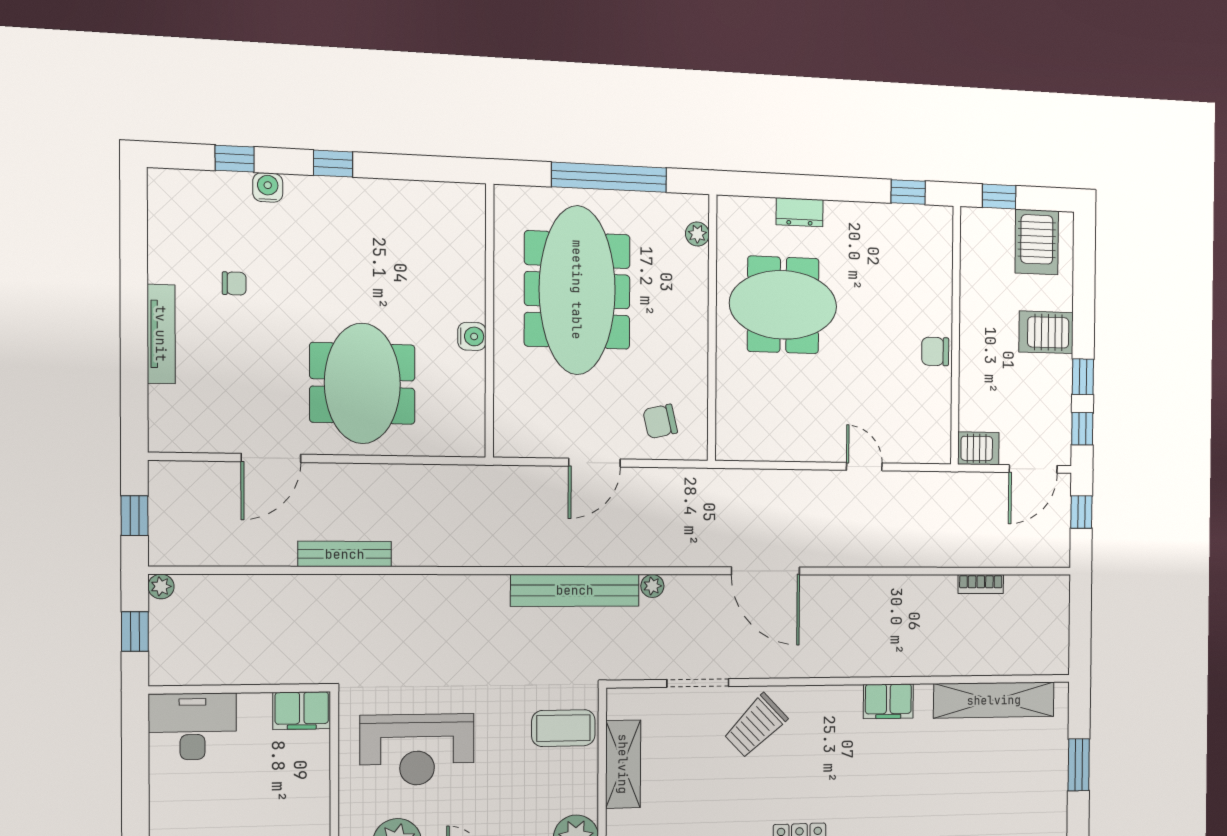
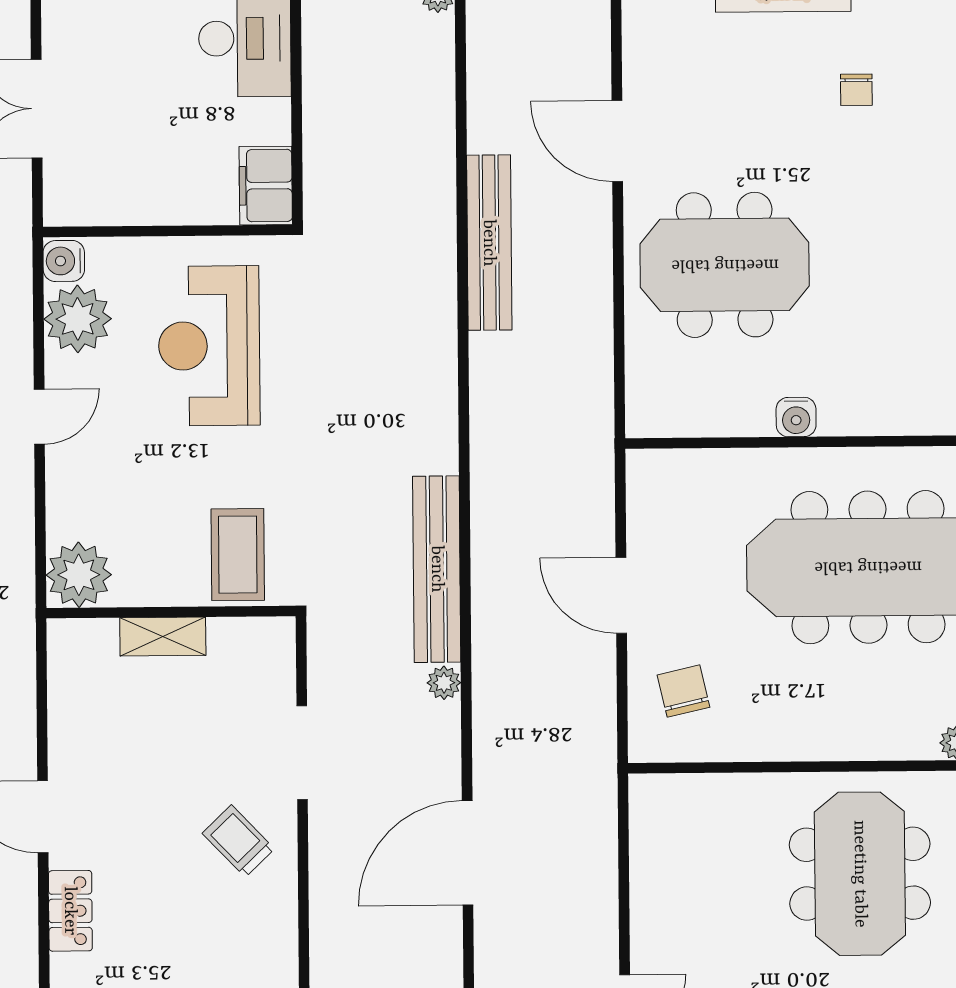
bench: (345, 554) -> (489, 243), width x1.37, depth x1.21
trolley: (756, 726) -> (238, 841), width x0.73, depth x0.72
shelving: (623, 764) -> (163, 637), width x0.67, depth x0.75

